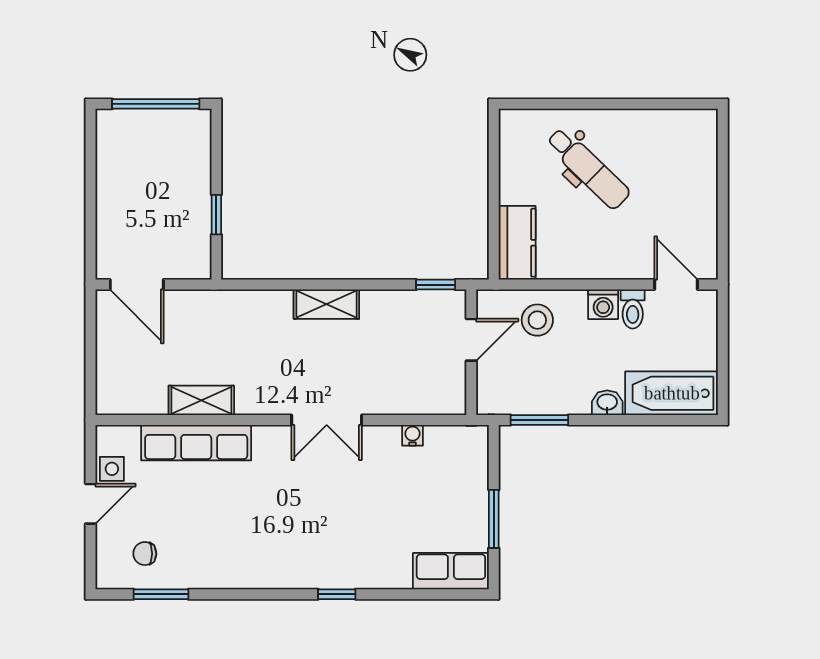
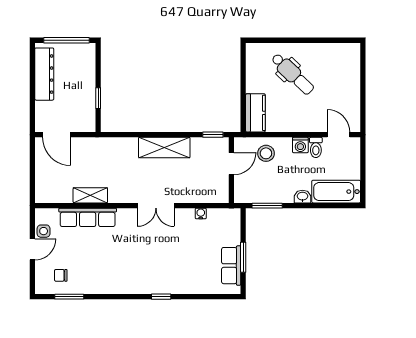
dresser: (113, 169) -> (44, 74), added
shelving: (326, 304) -> (164, 148), width x1.50, depth x1.33
row of seats: (451, 571) -> (231, 266), moved, turned -90

